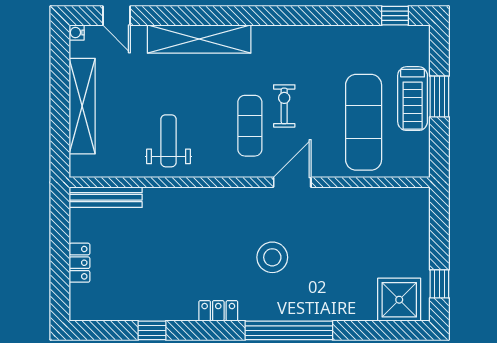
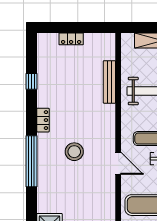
bench: (106, 197) -> (109, 82), moved

